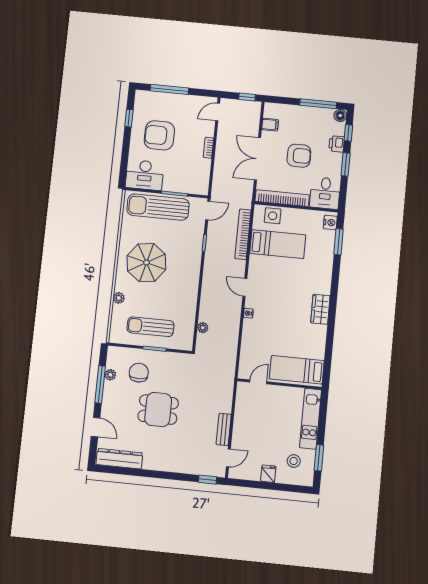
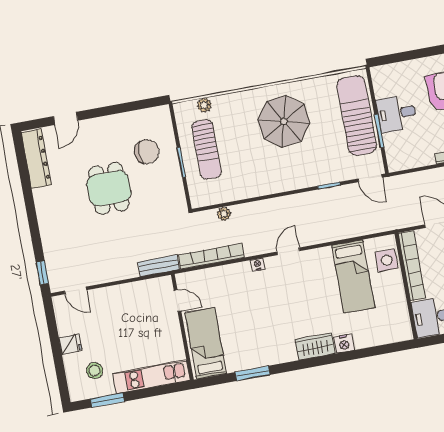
desk: (145, 175) -> (397, 113), moved, width x0.73
nightstand: (330, 223) -> (344, 344), moved
bookcase: (243, 234) -> (211, 256), moved
window: (339, 242) -> (252, 373), moved
plant: (119, 298) -> (204, 105), moved
wardrobe: (320, 309) -> (315, 346), moved
sun lounger: (150, 327) -> (207, 149), turned 180
plant: (110, 375) -> (134, 118), removed
window: (100, 384) -> (119, 109), removed
bench: (224, 429) -> (158, 266), moved

